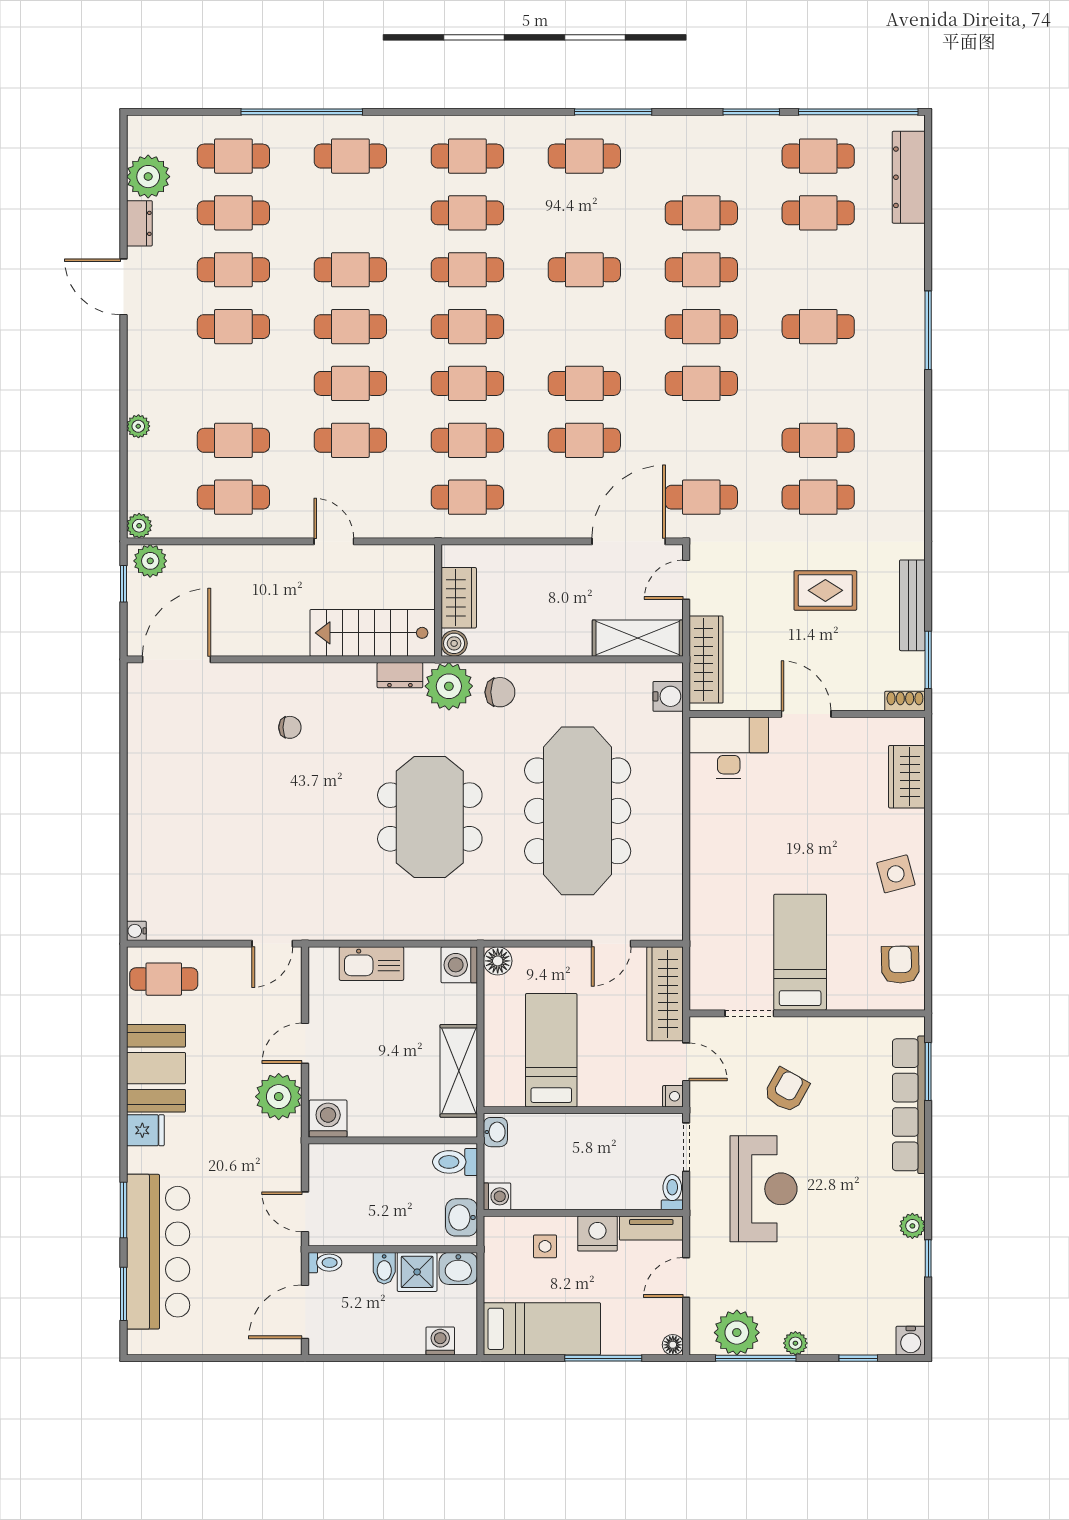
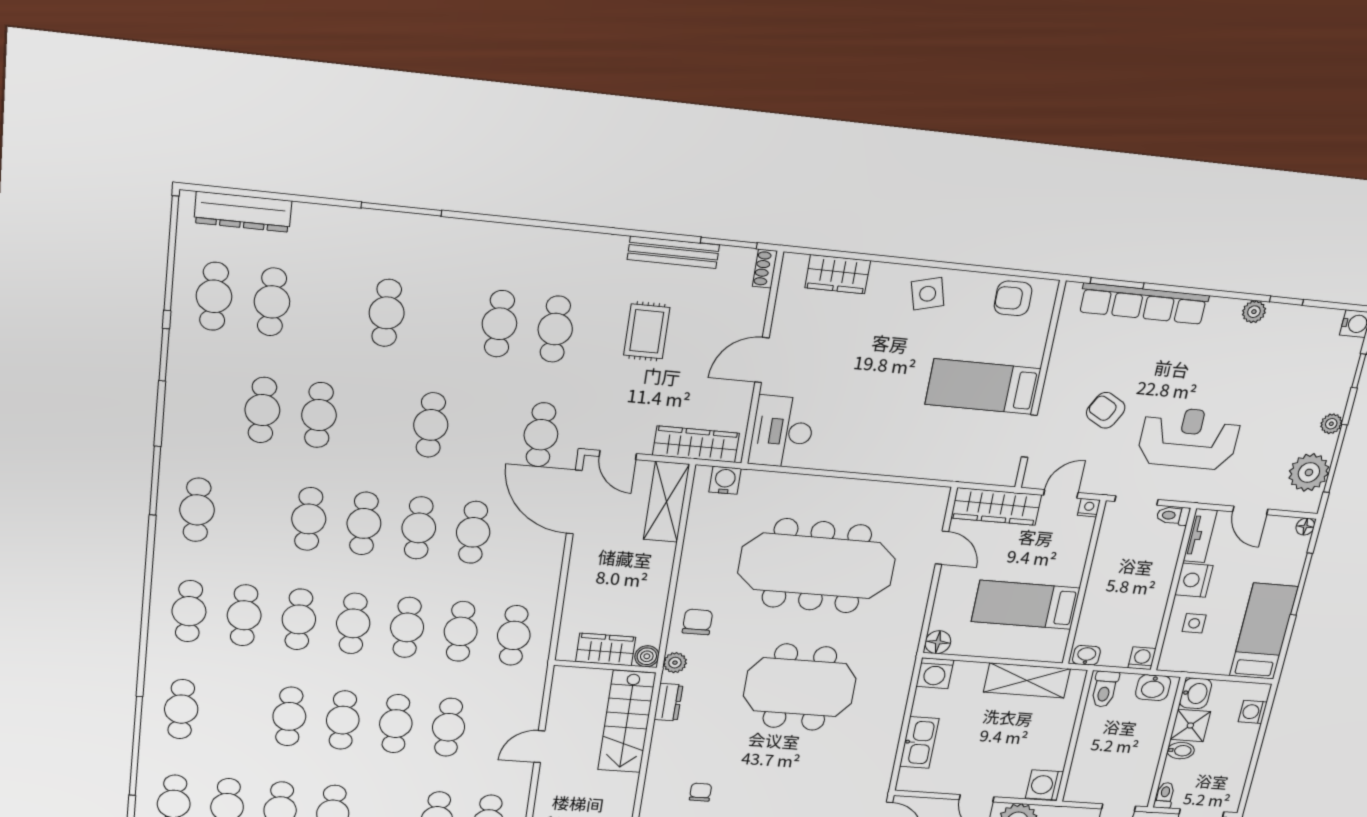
cafe table: (701, 327) -> (364, 523), moved
plant: (449, 686) -> (675, 663), width x0.53, depth x0.53

